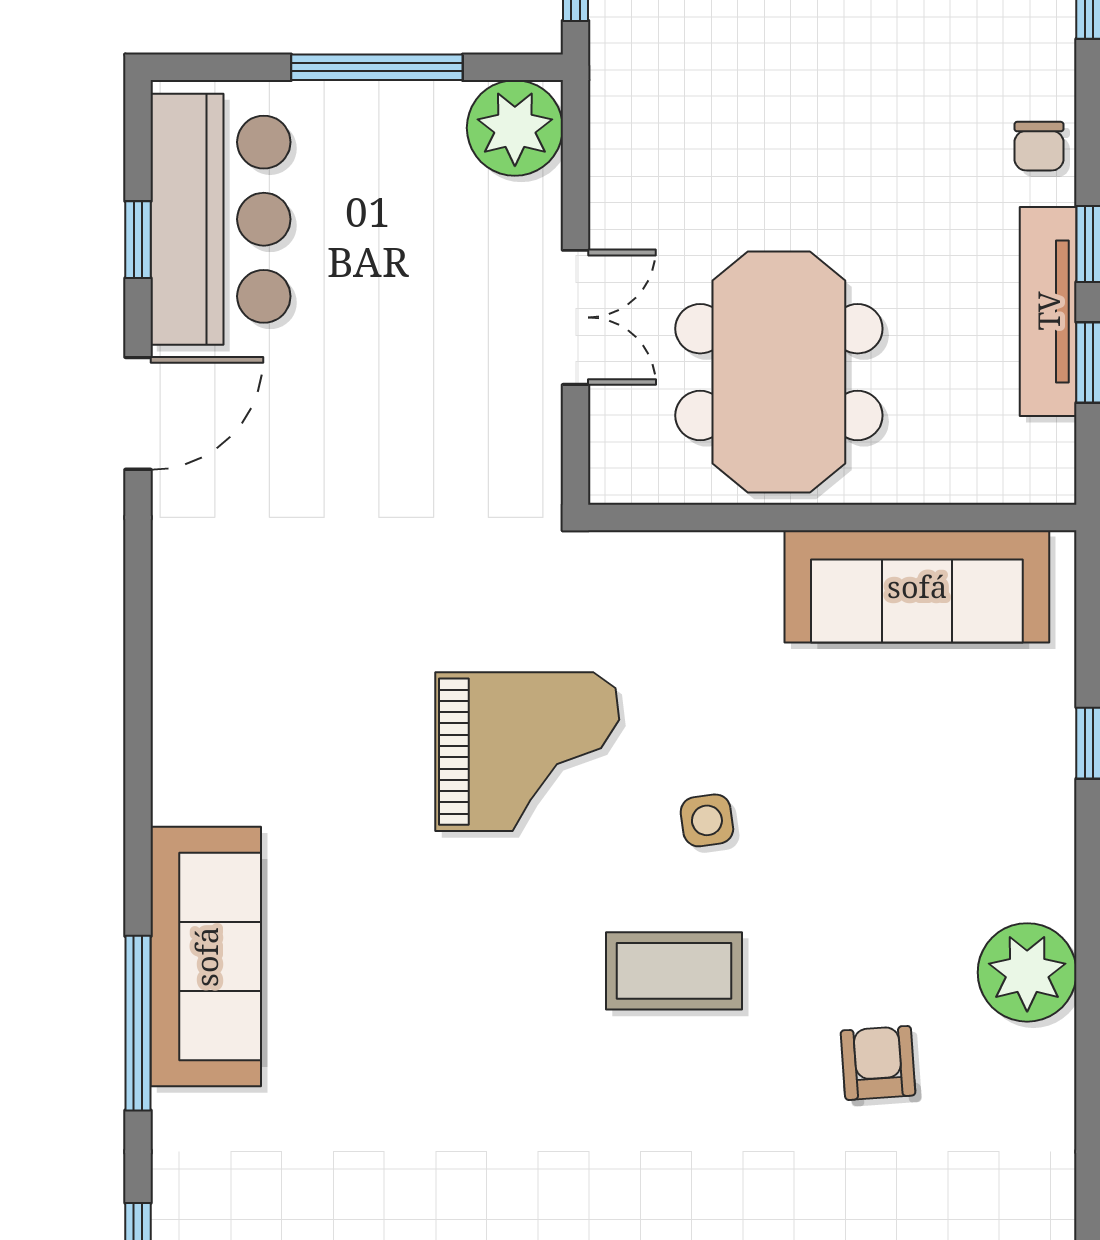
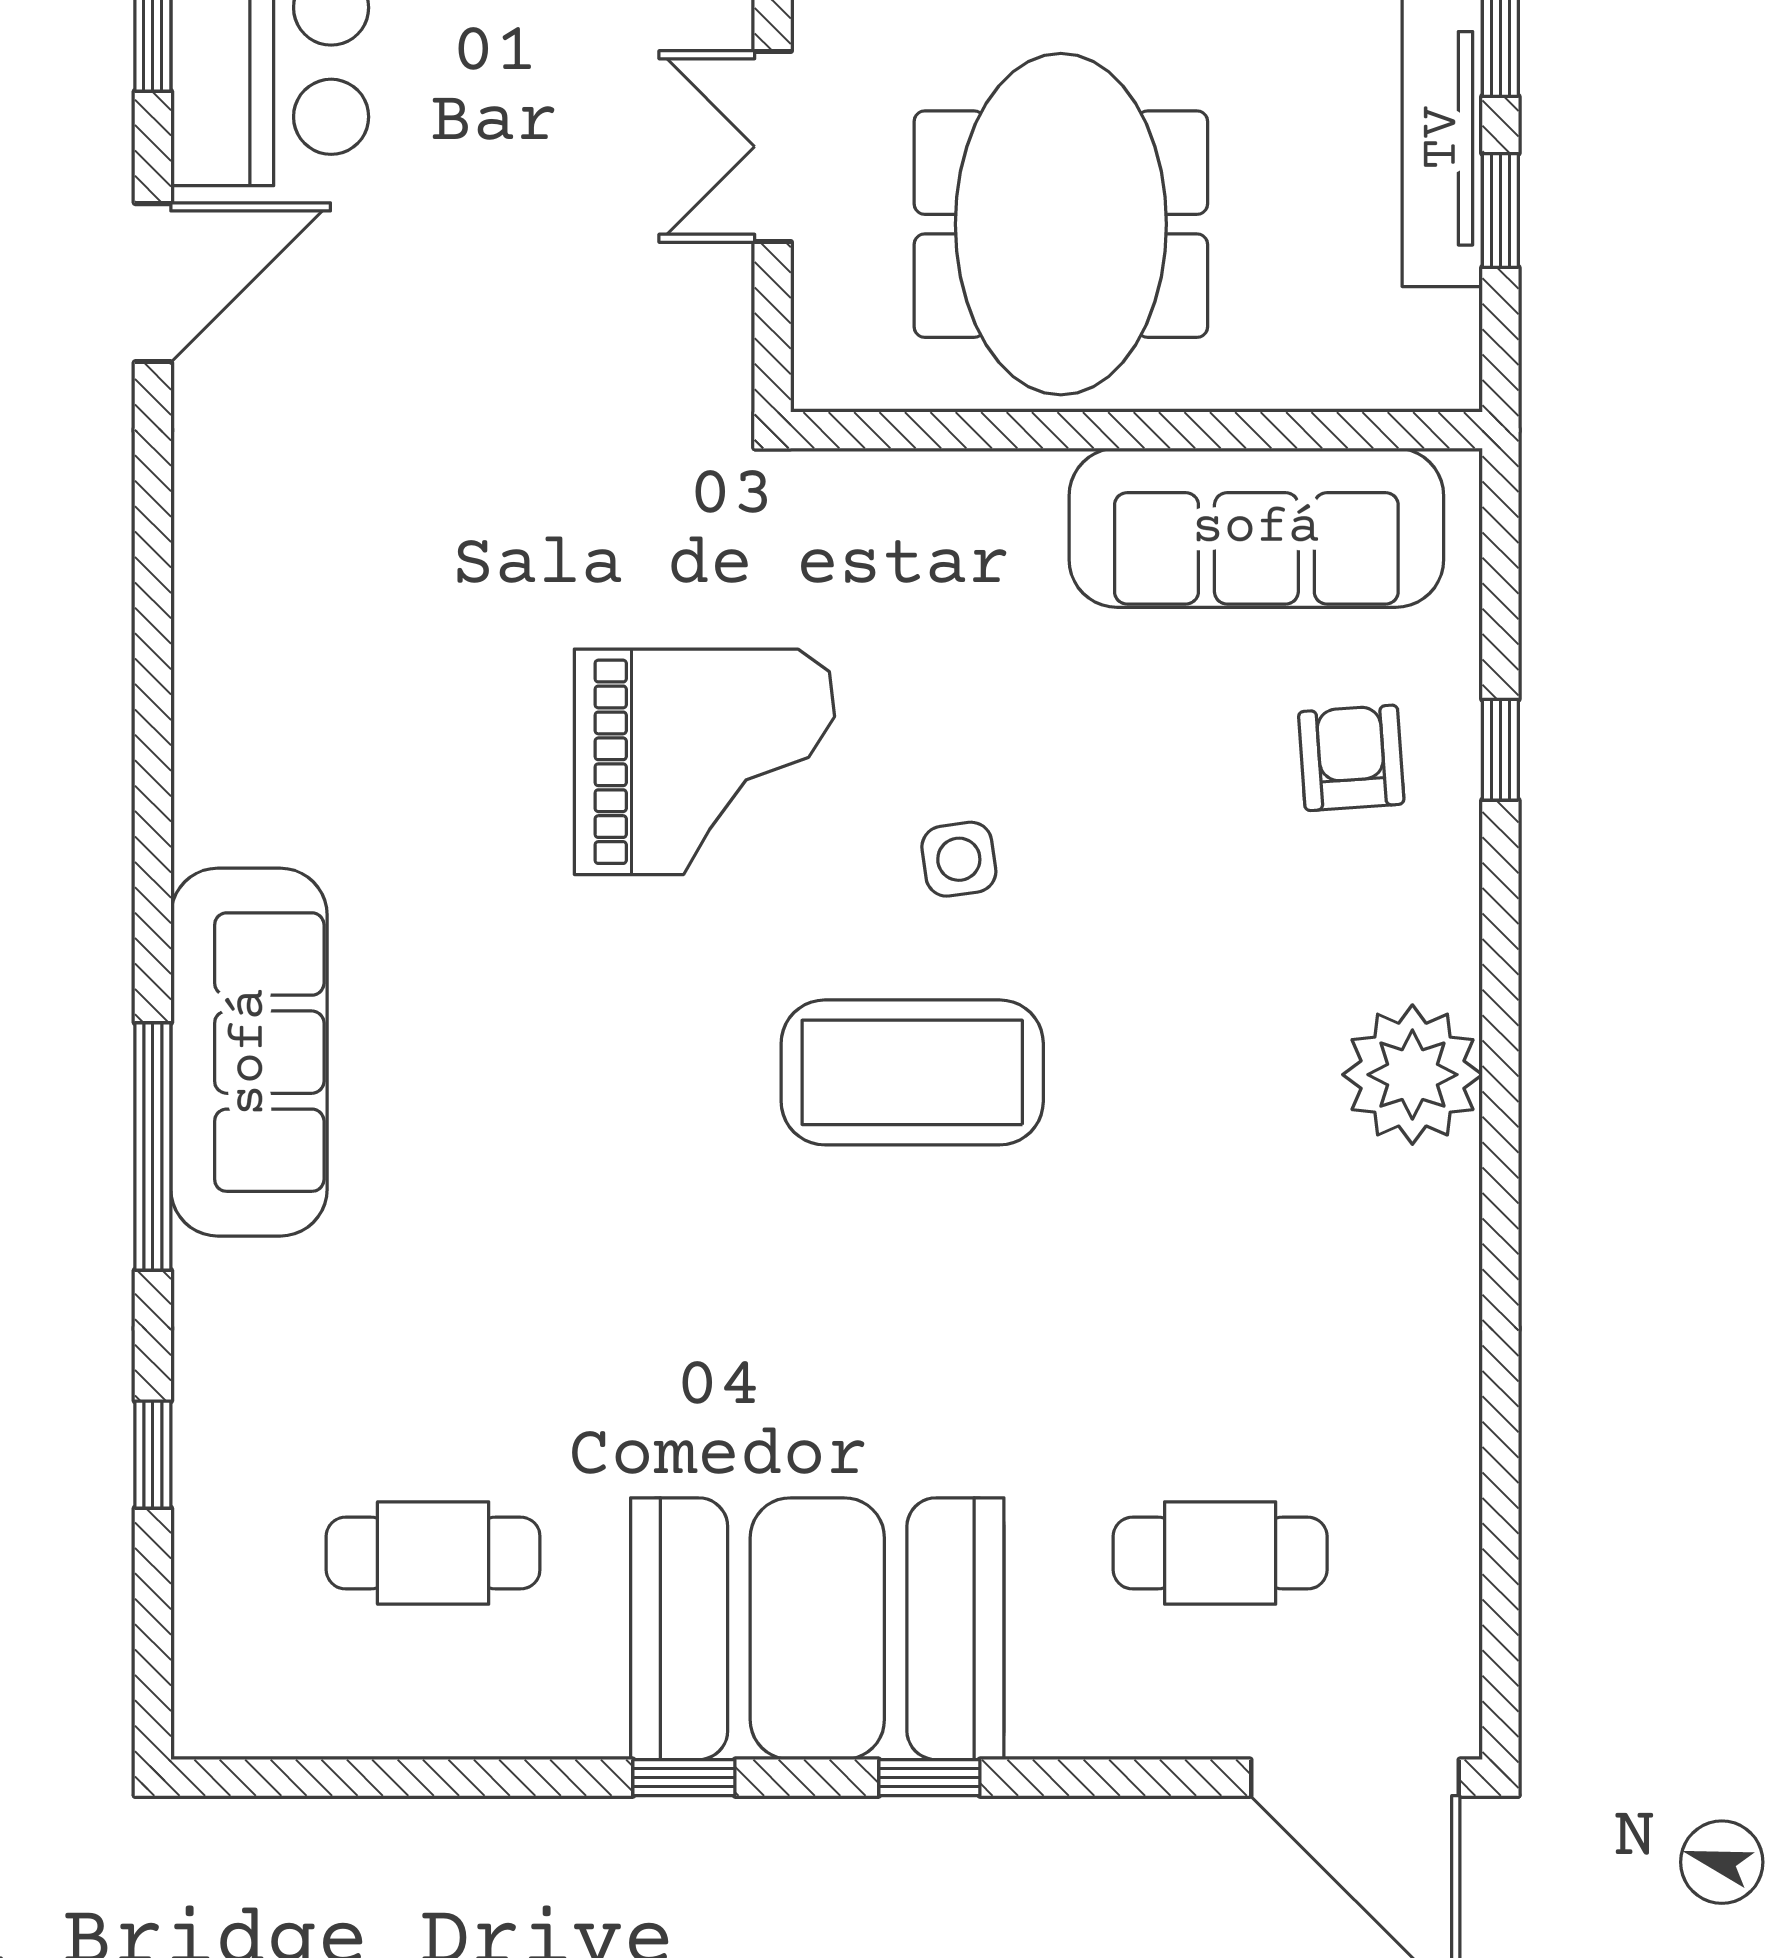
double door: (576, 317) -> (773, 147), swing flipped
coffee table: (674, 971) -> (912, 1072), width x1.36, depth x1.32
armchair: (878, 1063) -> (1351, 758), moved

